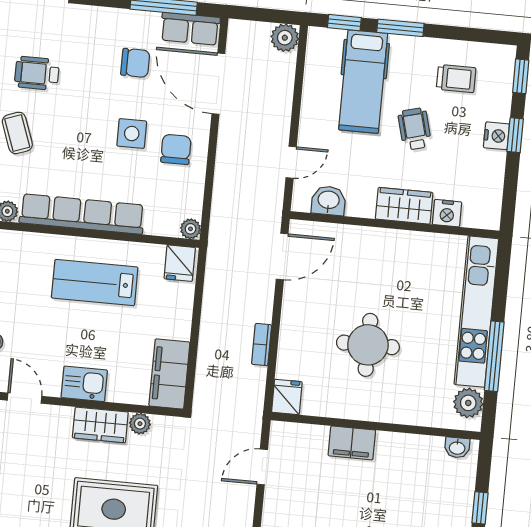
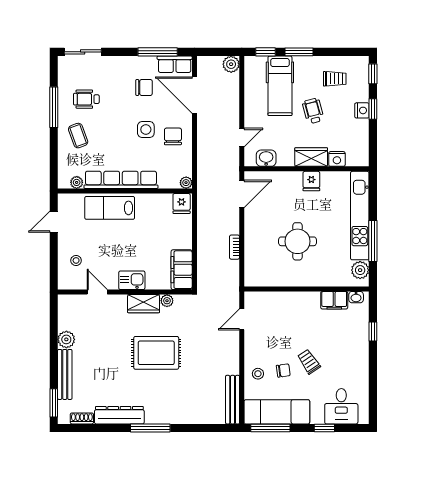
lab bench: (95, 283) -> (110, 208), moved
fridge: (287, 397) -> (311, 181), moved, turned 180
filing cabinet: (352, 443) -> (334, 300), moved

